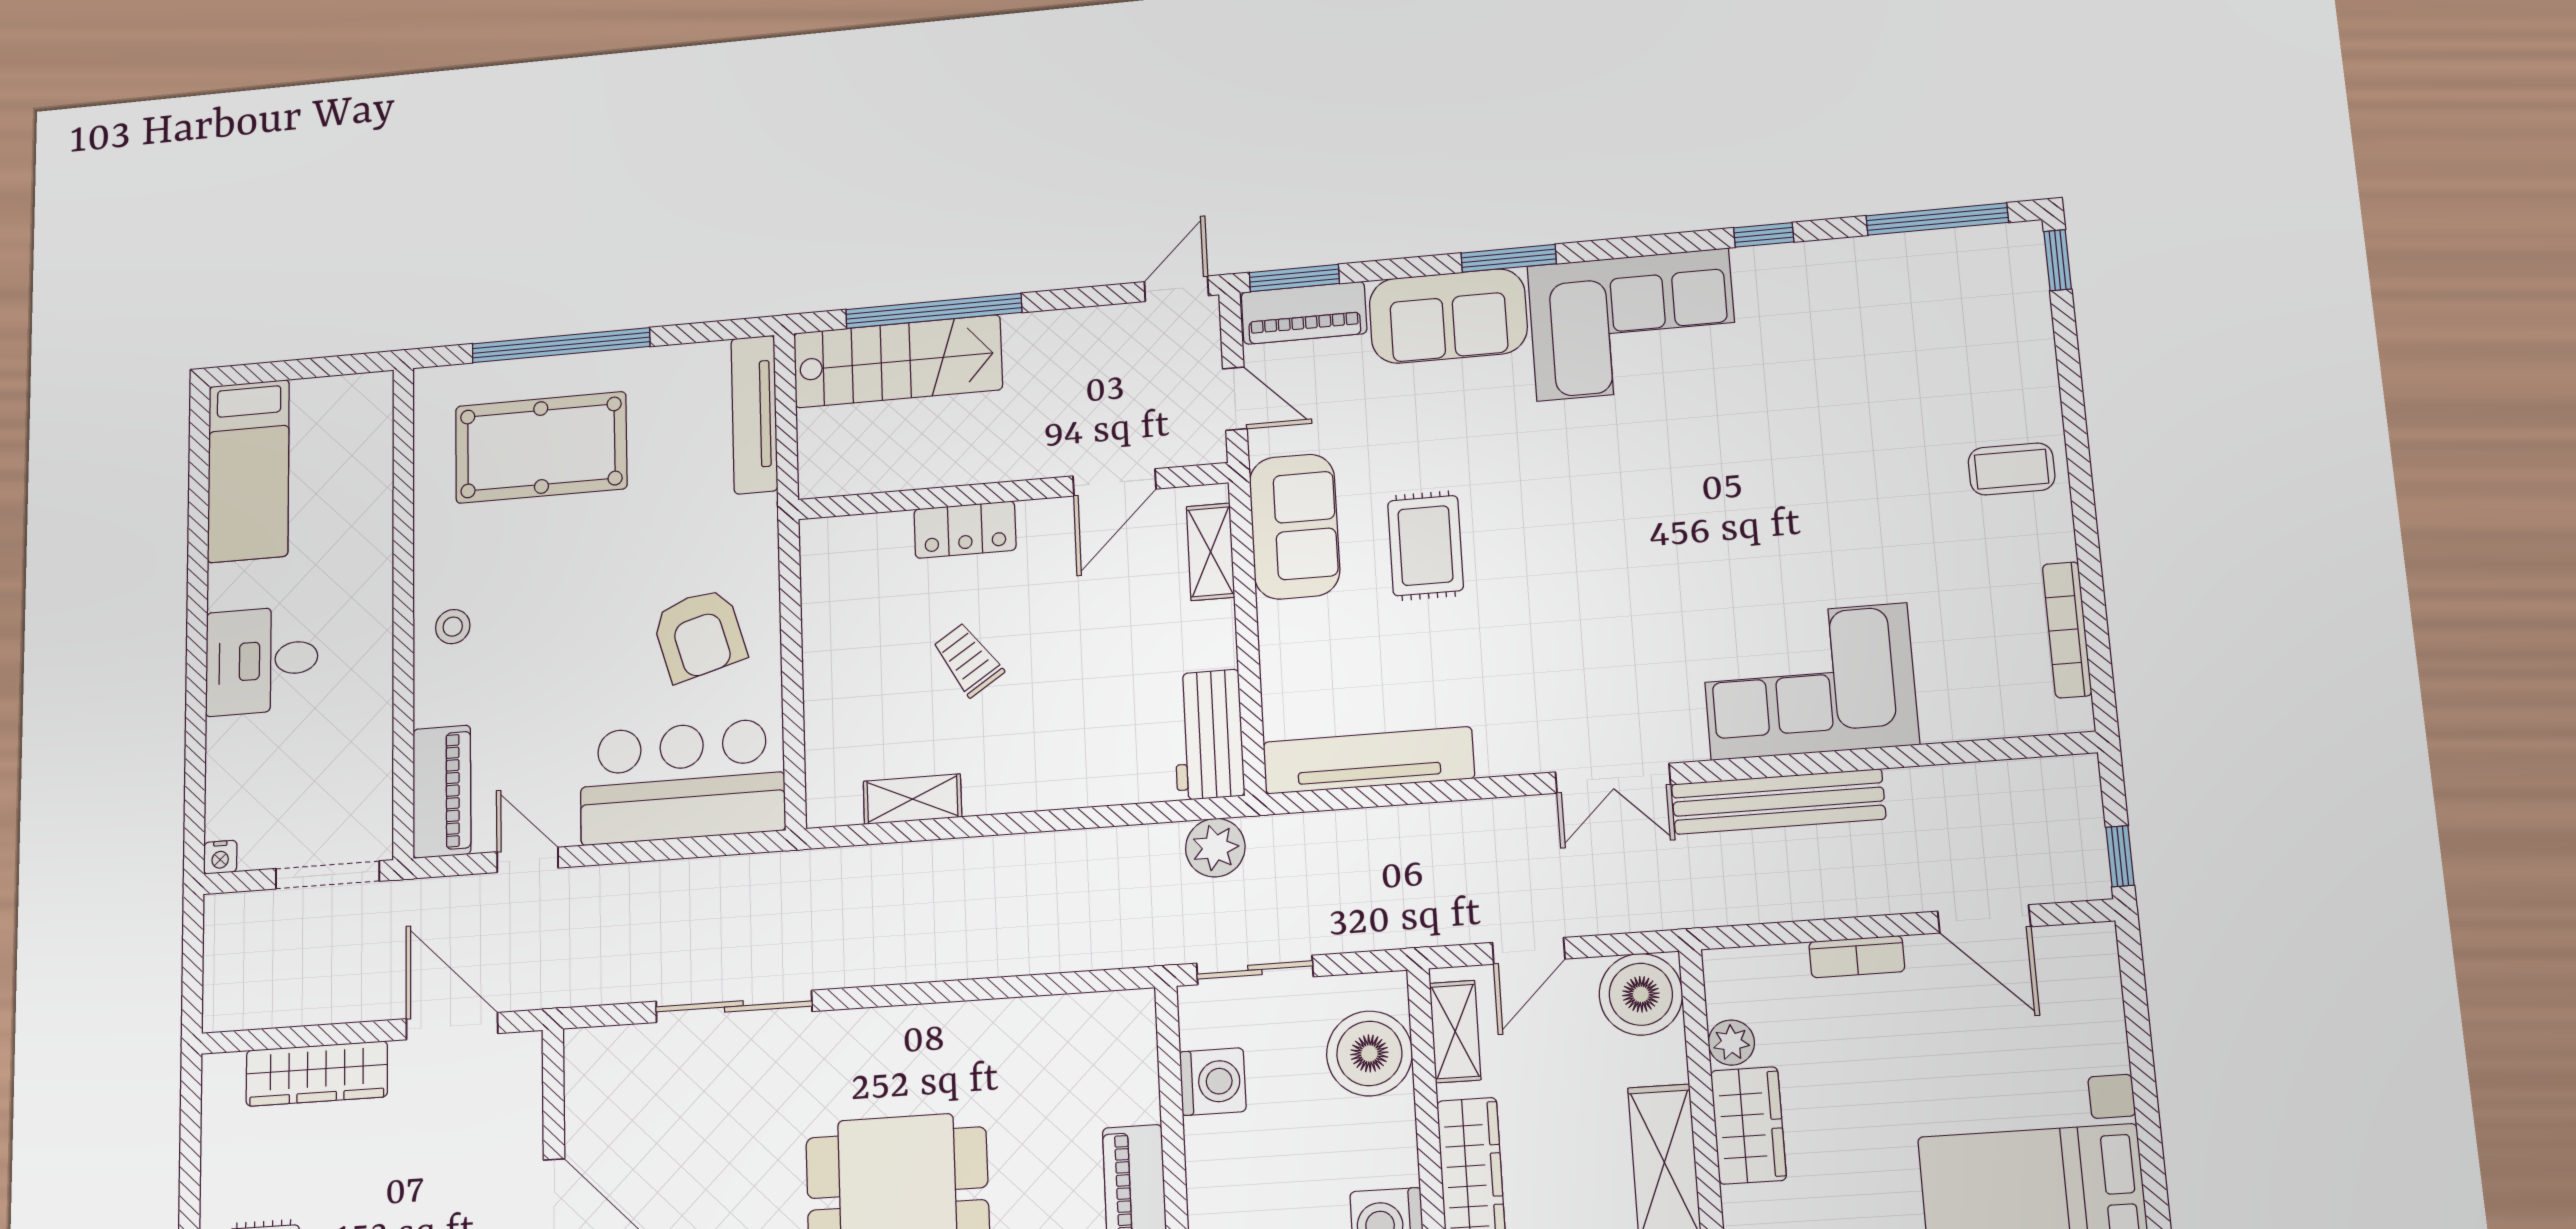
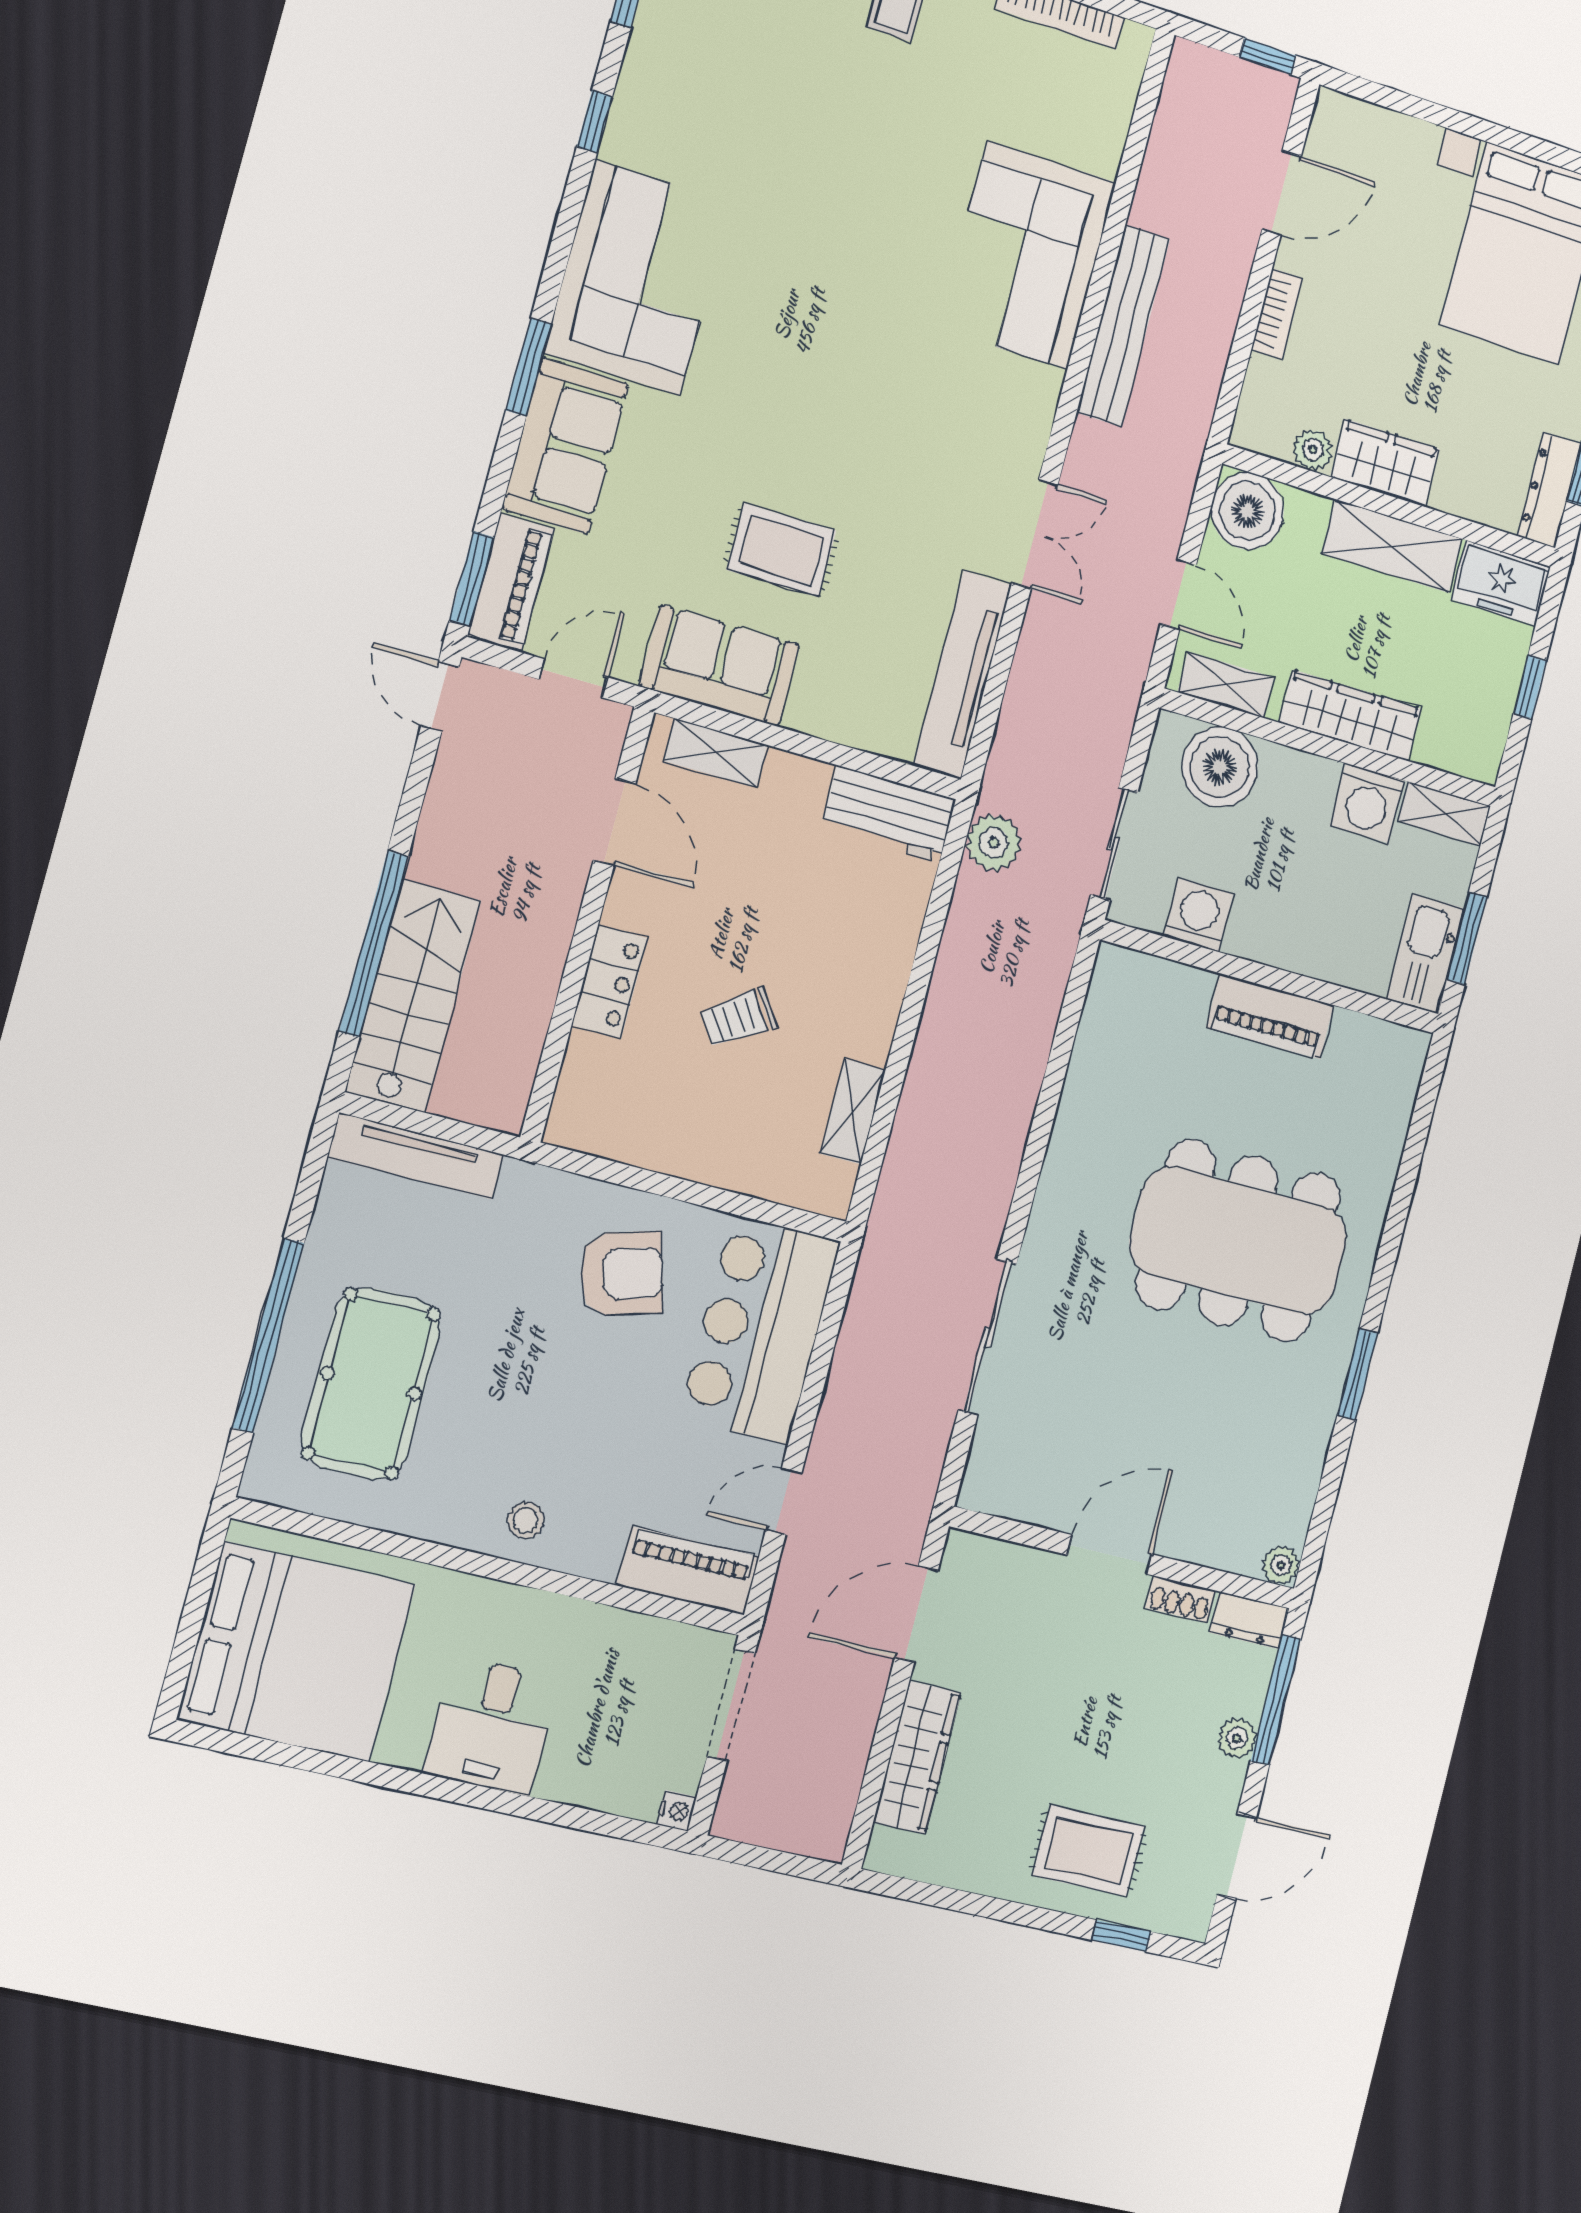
bed: (248, 471) -> (297, 1652), width x2.04
double door: (1613, 778) -> (1035, 534), moved

